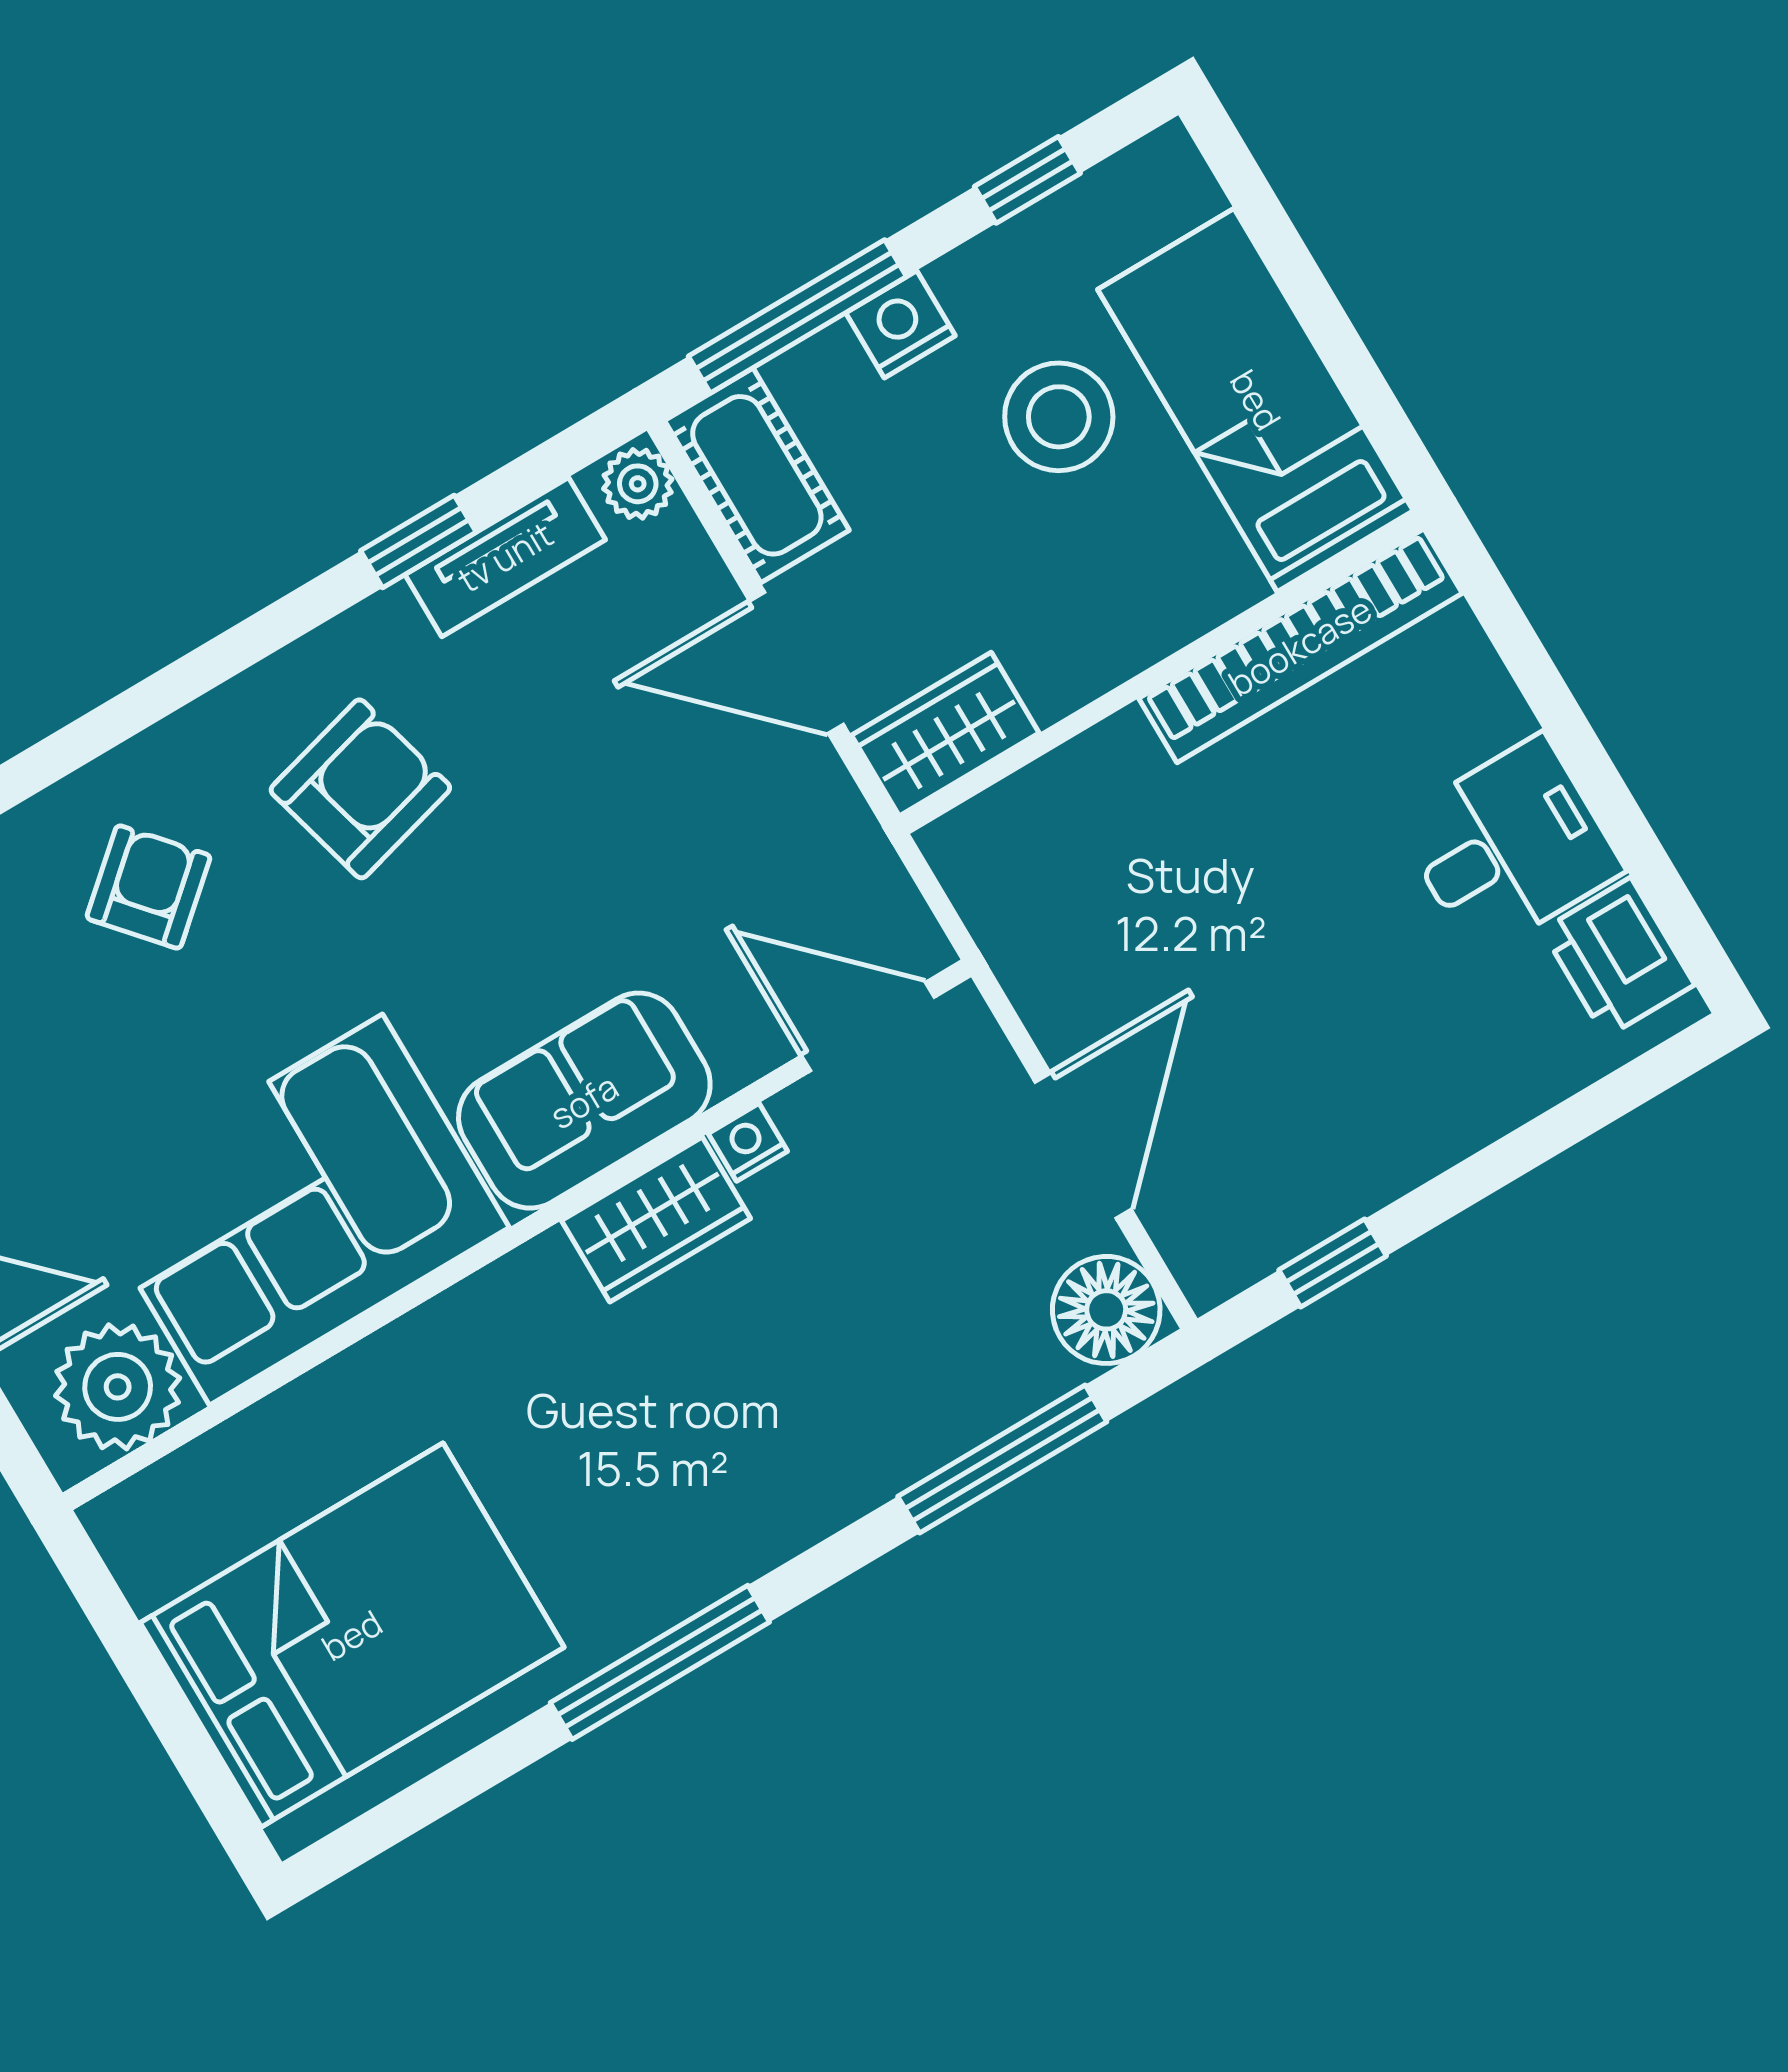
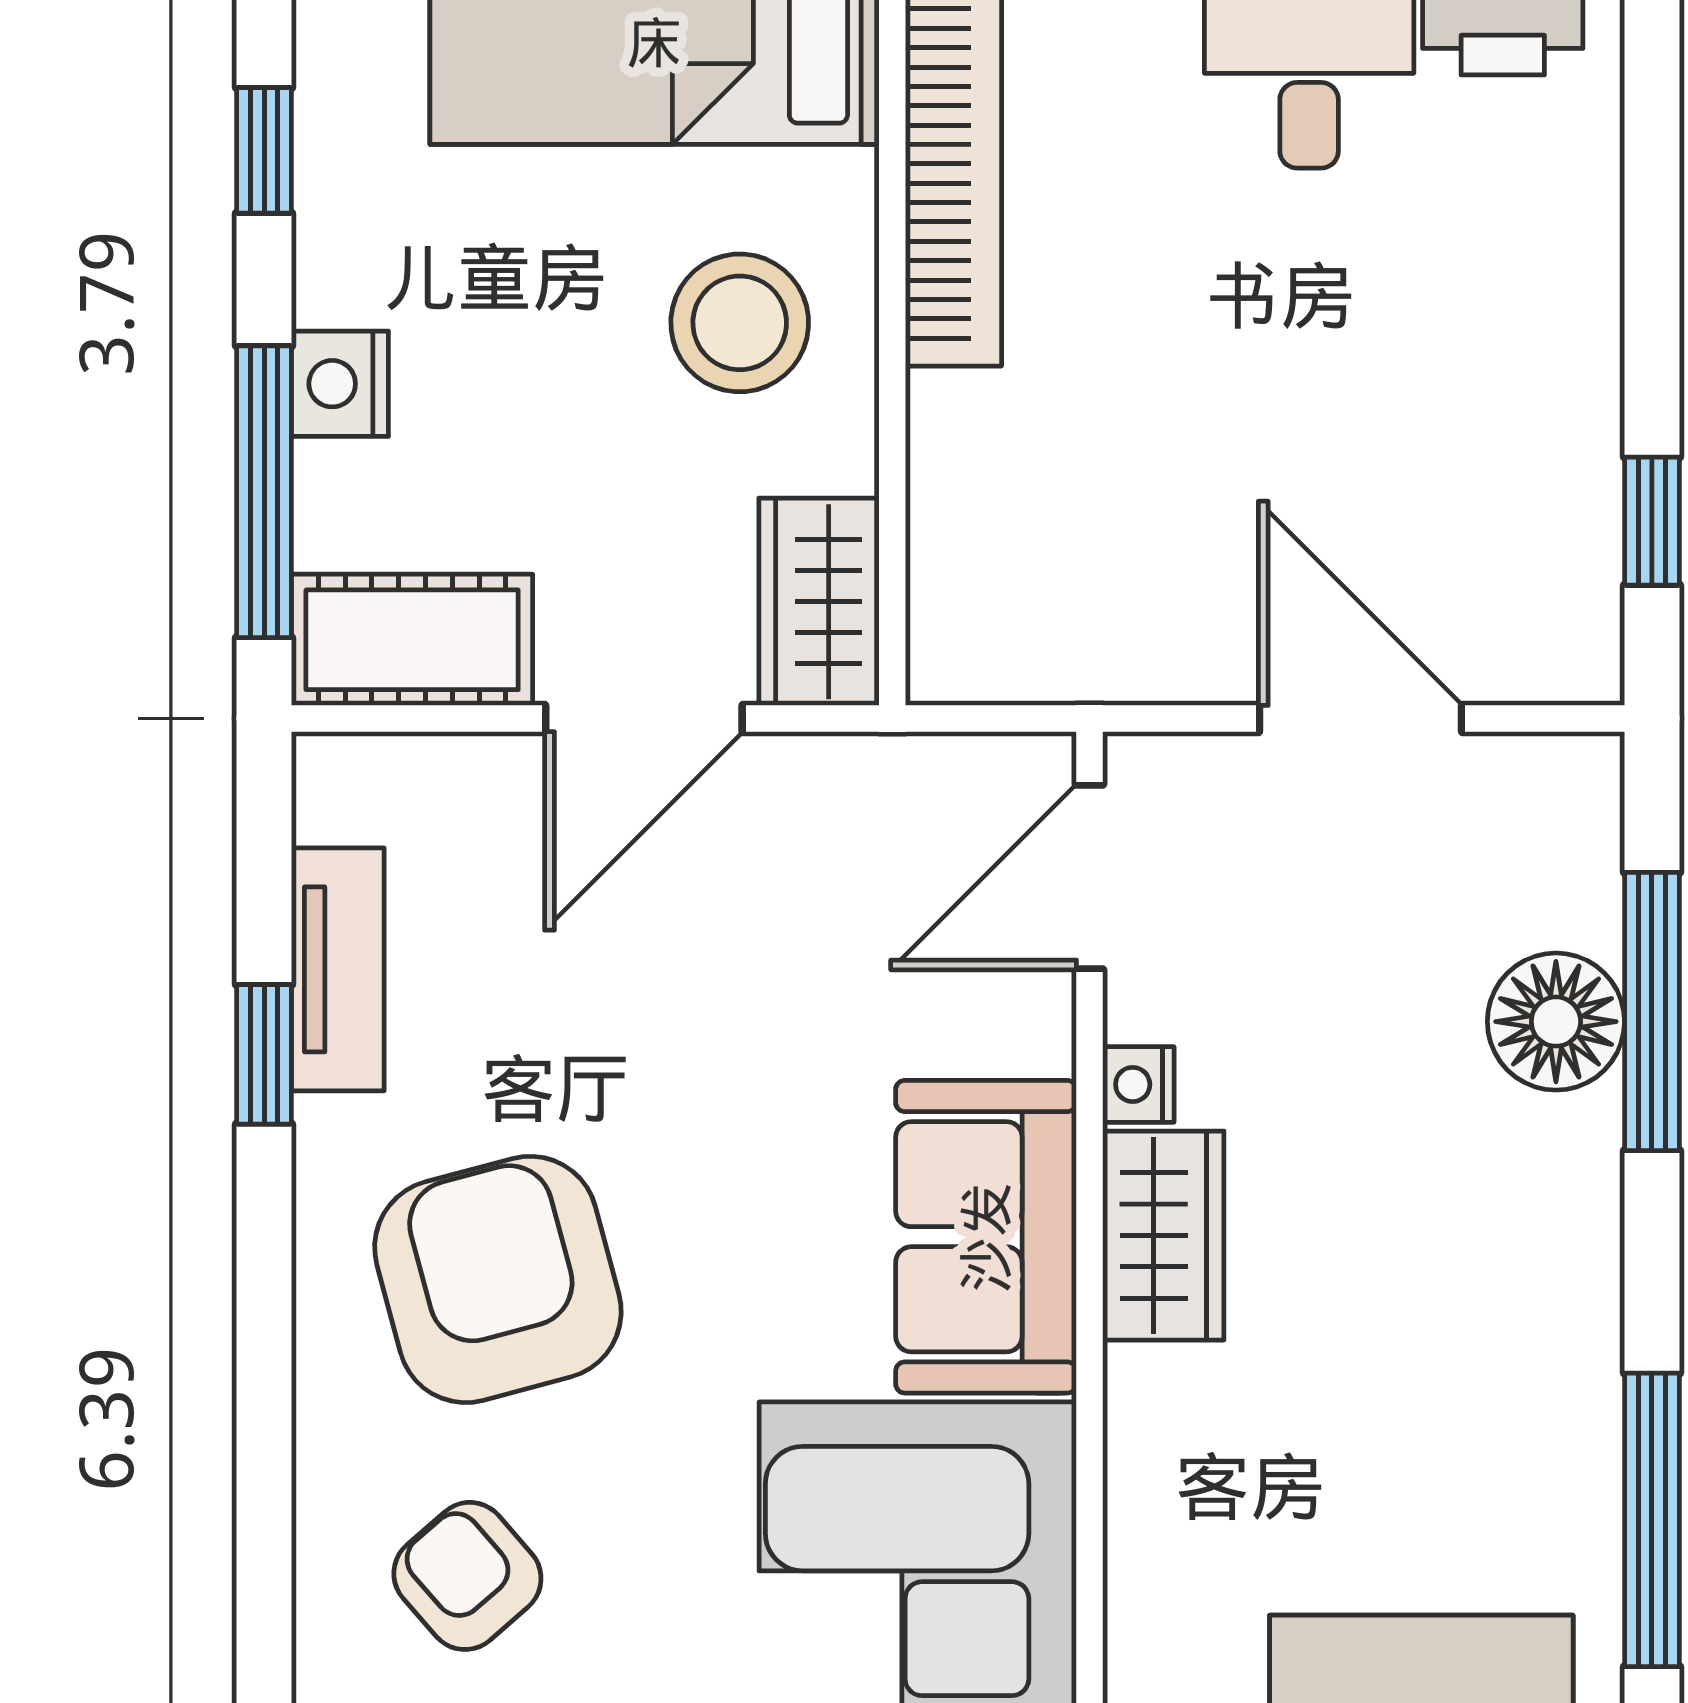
stool: (1059, 417) -> (740, 323), moved
plant: (638, 484) -> (344, 776), removed
armchair: (360, 789) -> (498, 1279), width x1.36, depth x1.36
floor lamp: (1106, 1310) -> (1556, 1022), moved

